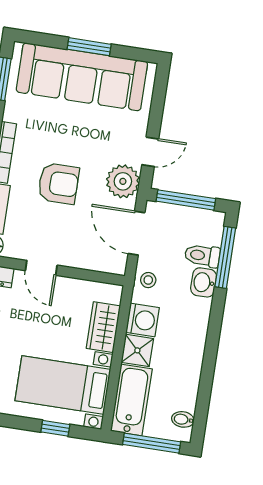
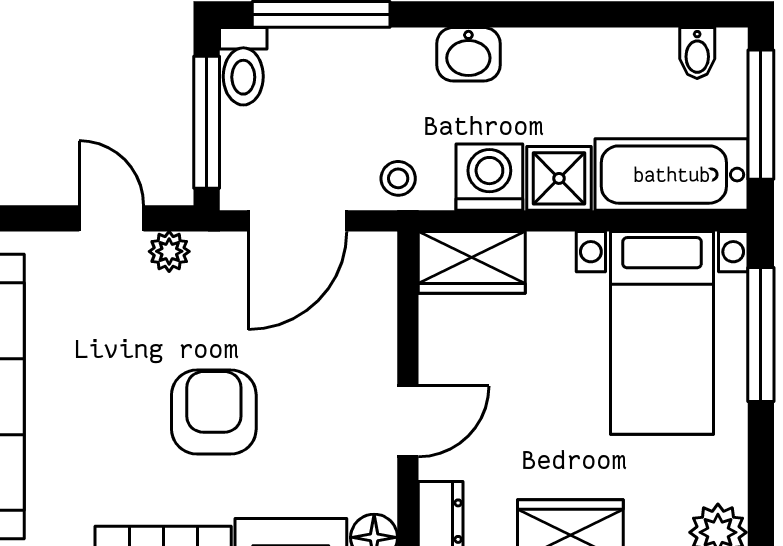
plant: (123, 181) -> (169, 251), width x0.53, depth x0.53
toilet: (202, 256) -> (243, 66), moved
washbasin: (204, 282) -> (468, 54), moved
wardrobe: (103, 327) -> (472, 262), moved
window: (55, 428) -> (761, 335), width x2.17

